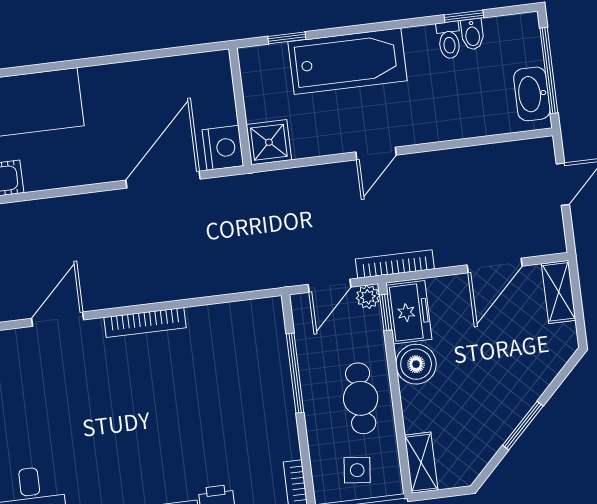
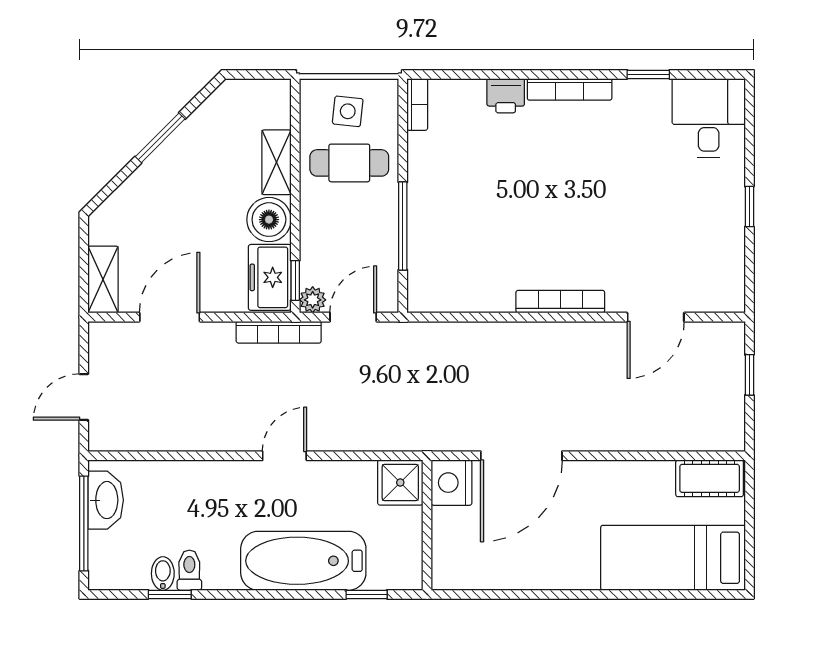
cafe table: (361, 398) -> (349, 163), moved, turned 90
shelving: (421, 463) -> (277, 162), moved

